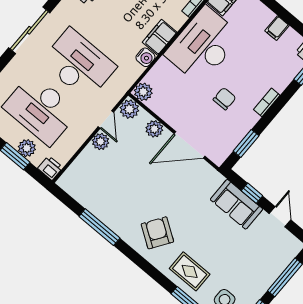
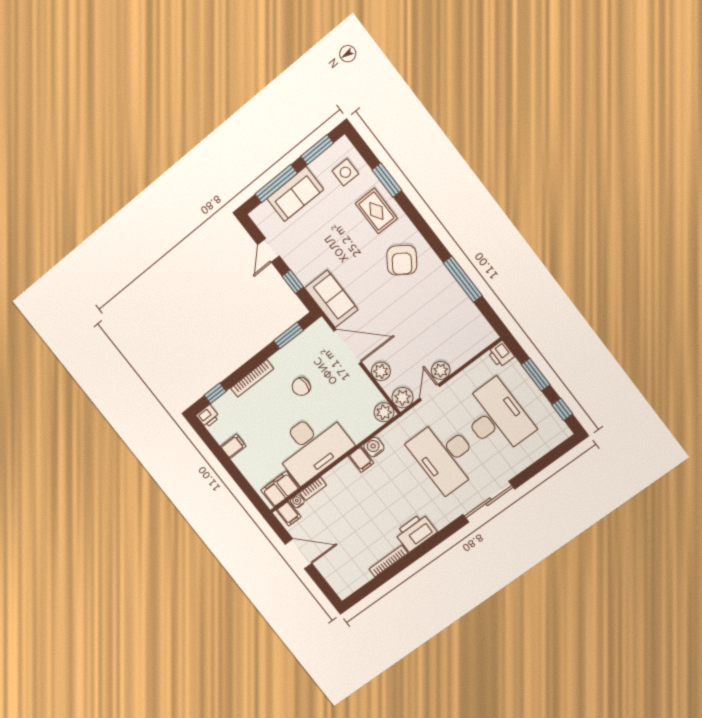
filing cabinet: (160, 37) -> (361, 459), width x0.50
bookcase: (267, 102) -> (252, 378), width x1.56
plant: (27, 148) -> (521, 381), removed
sofa: (236, 204) -> (331, 299), moved
sofa: (266, 272) -> (295, 194), added

